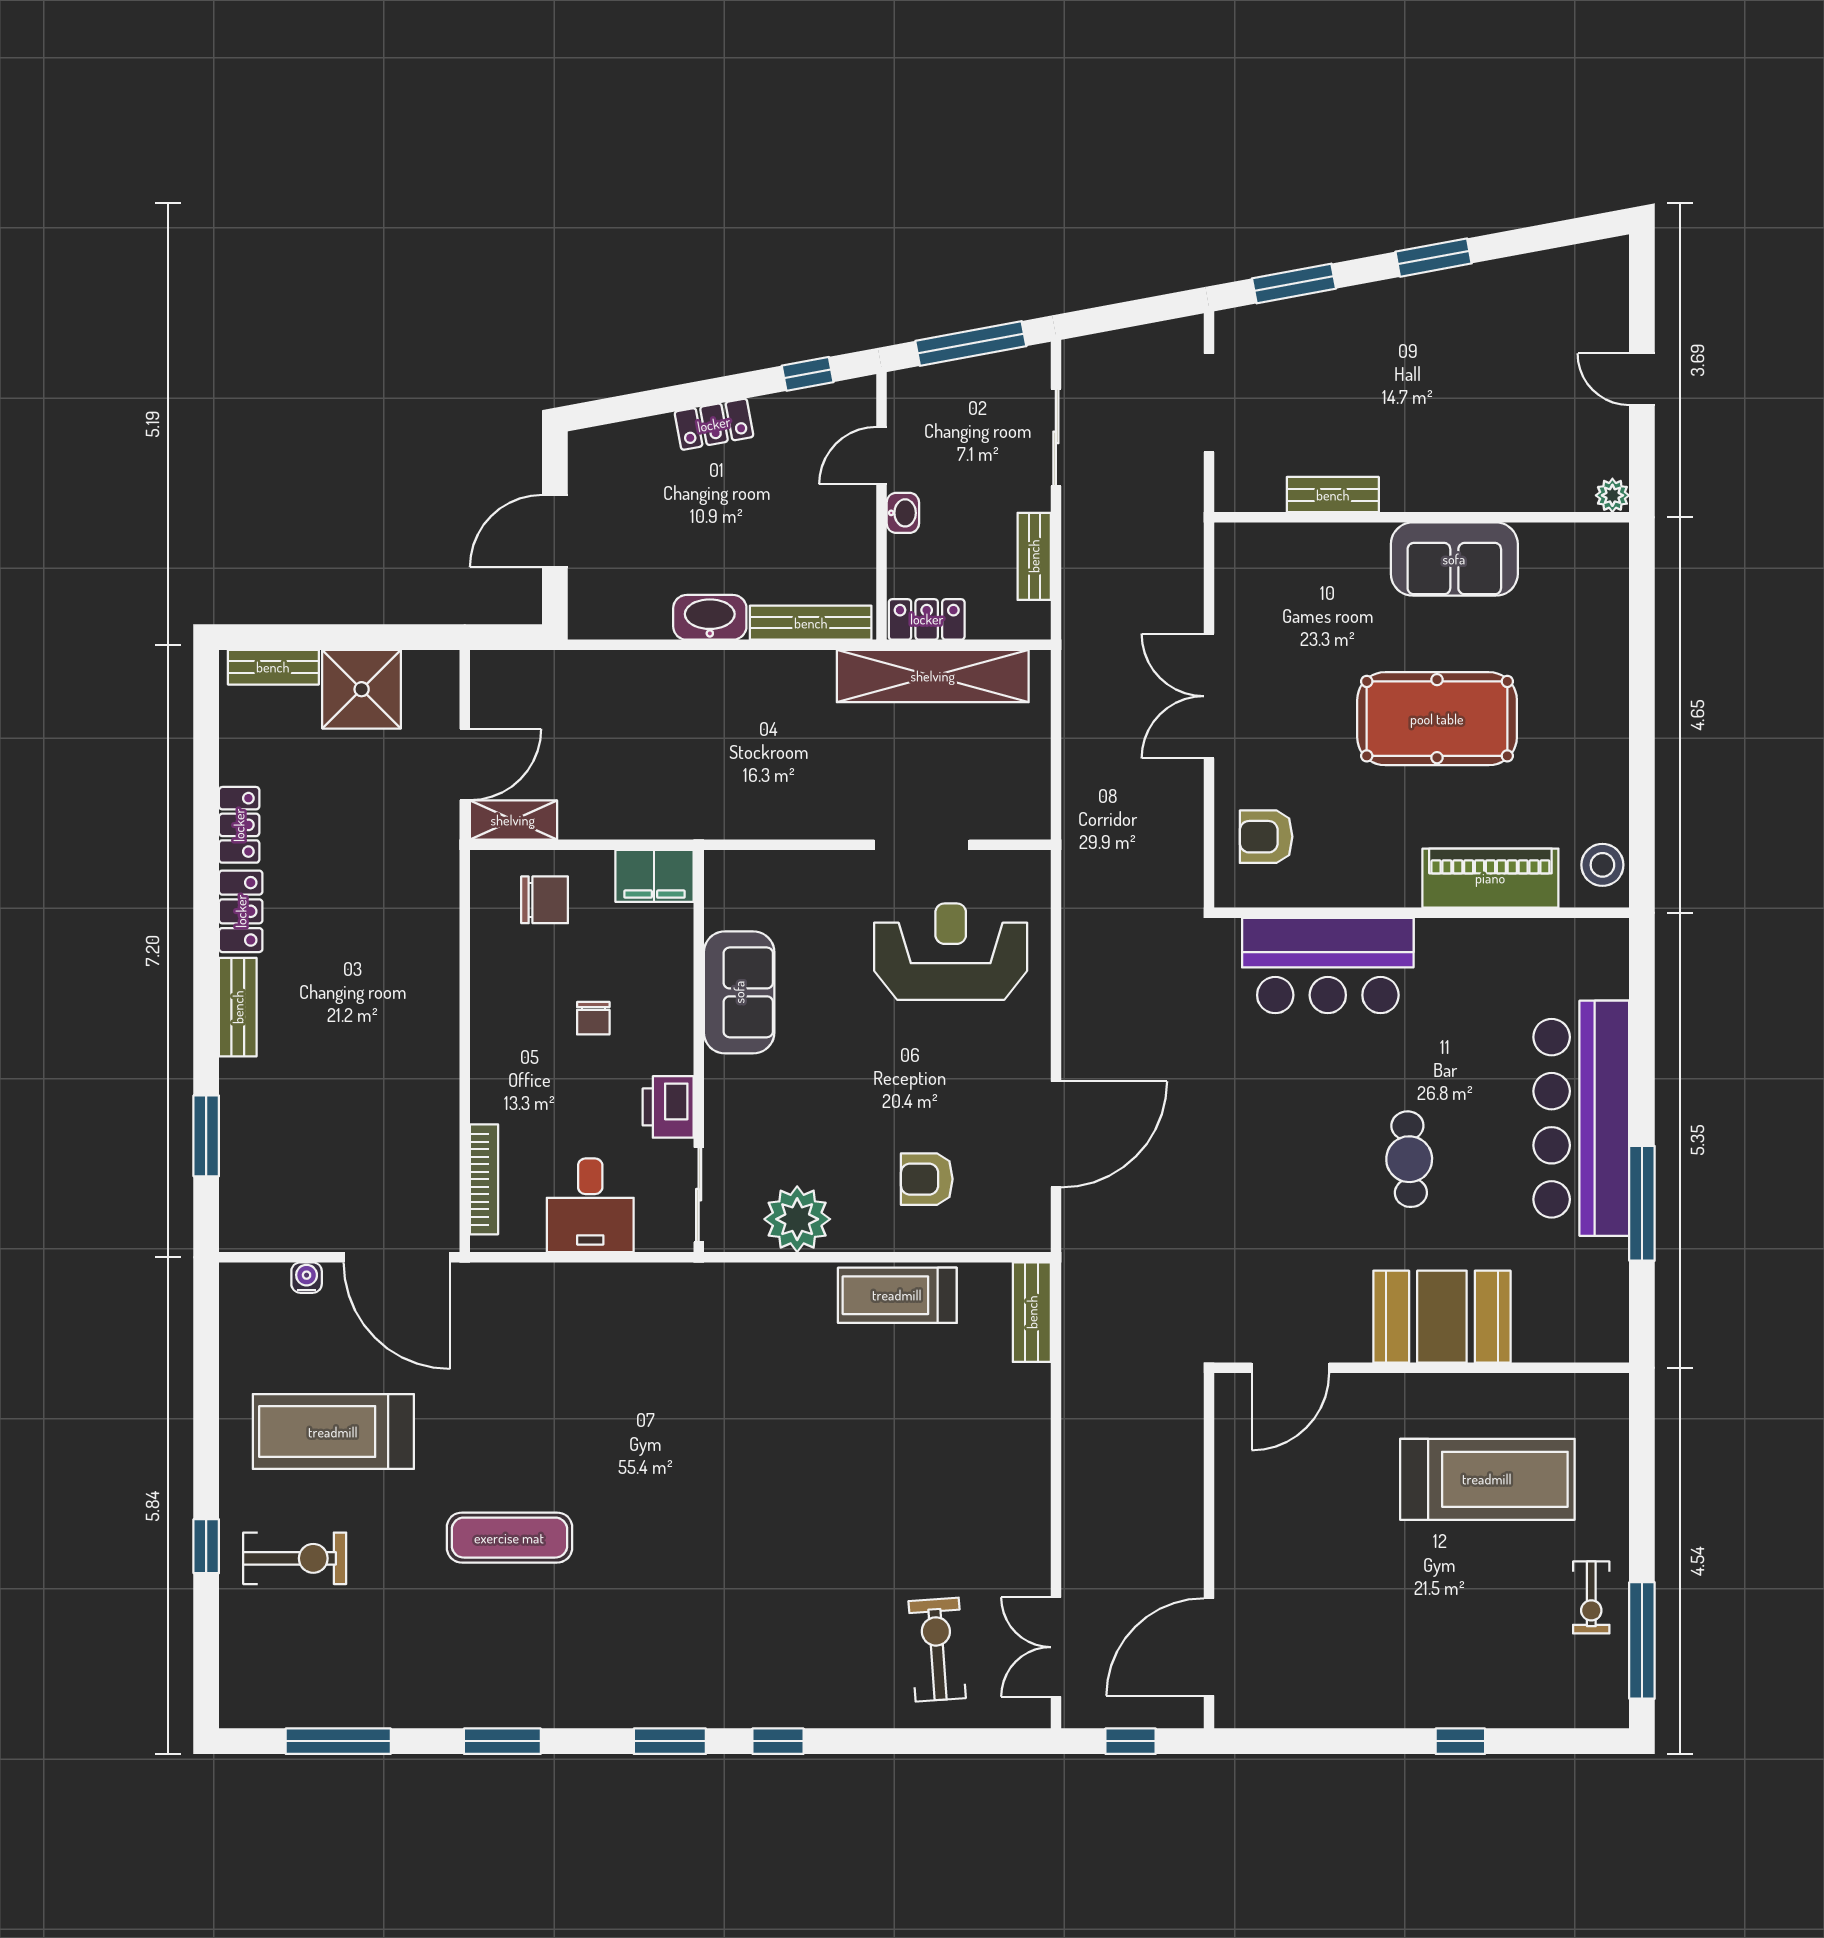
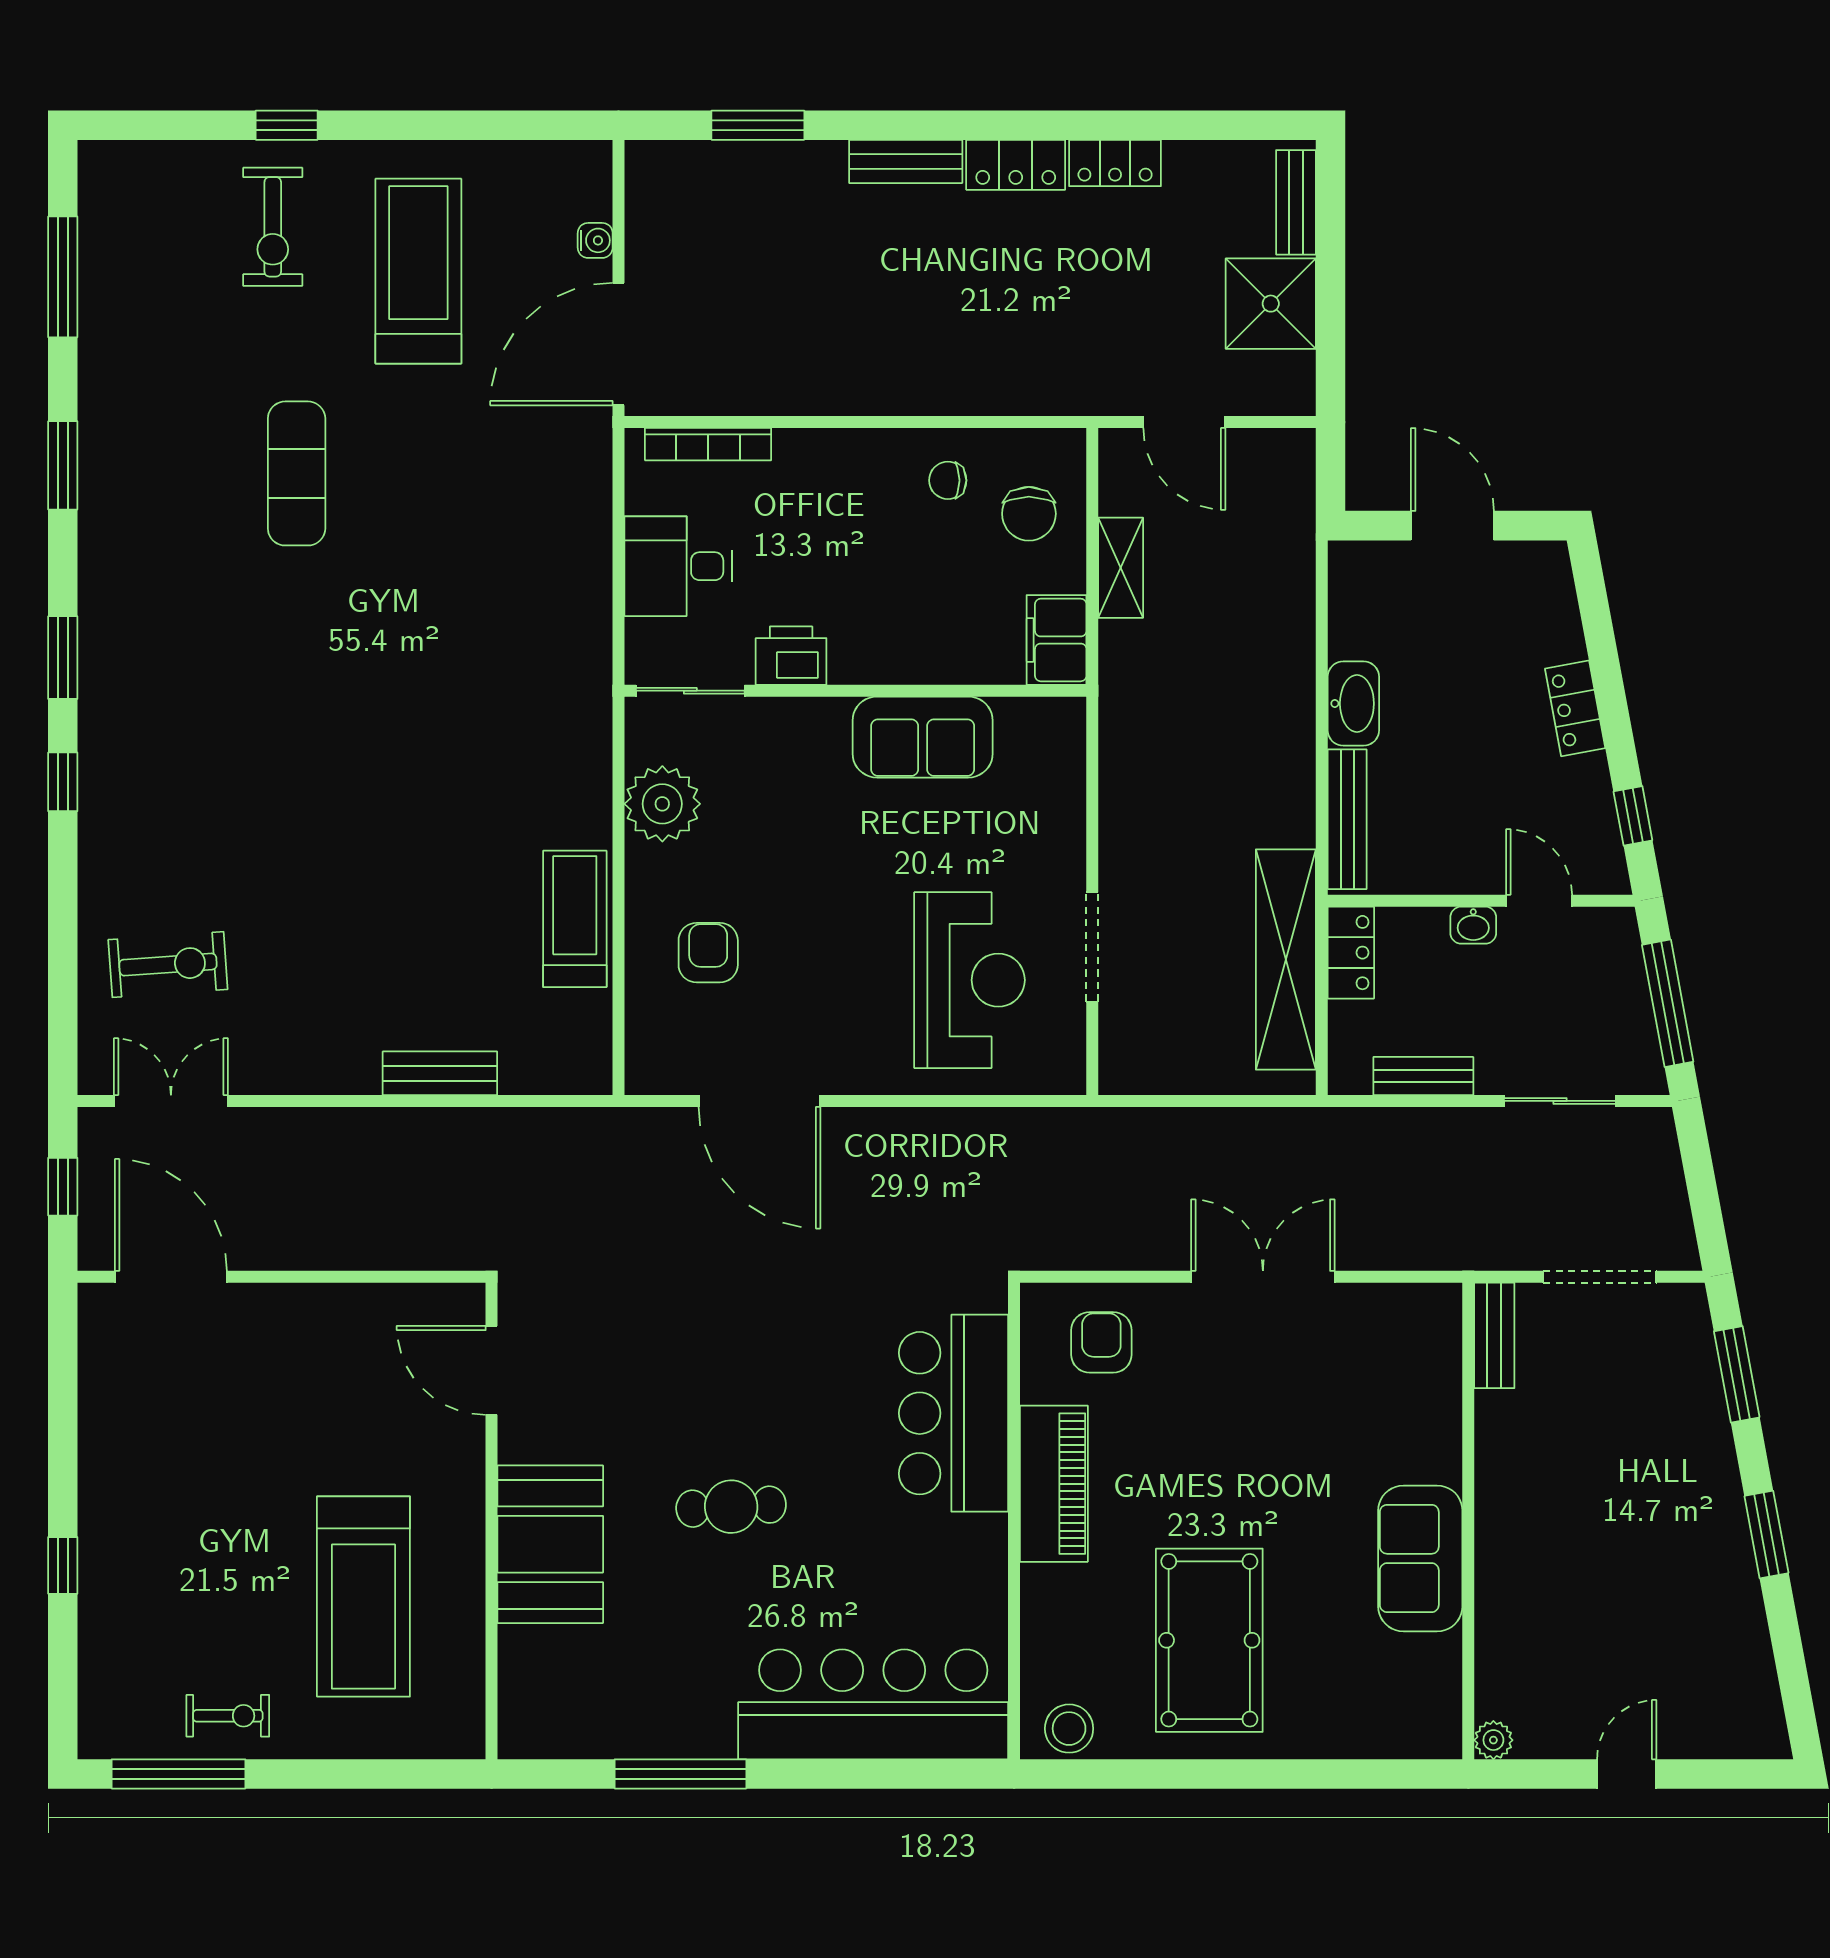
bench: (1333, 495) -> (1494, 1335), moved
pool table: (1437, 719) -> (1209, 1640), moved
shelving: (513, 820) -> (1121, 568), moved
piano: (1490, 878) -> (1054, 1484), moved
chair: (593, 1018) -> (948, 480), moved
bar counter: (1581, 1118) -> (873, 1704), moved
bench: (1032, 1312) -> (440, 1073), moved
exercise bike: (1591, 1597) -> (228, 1716), turned 180

